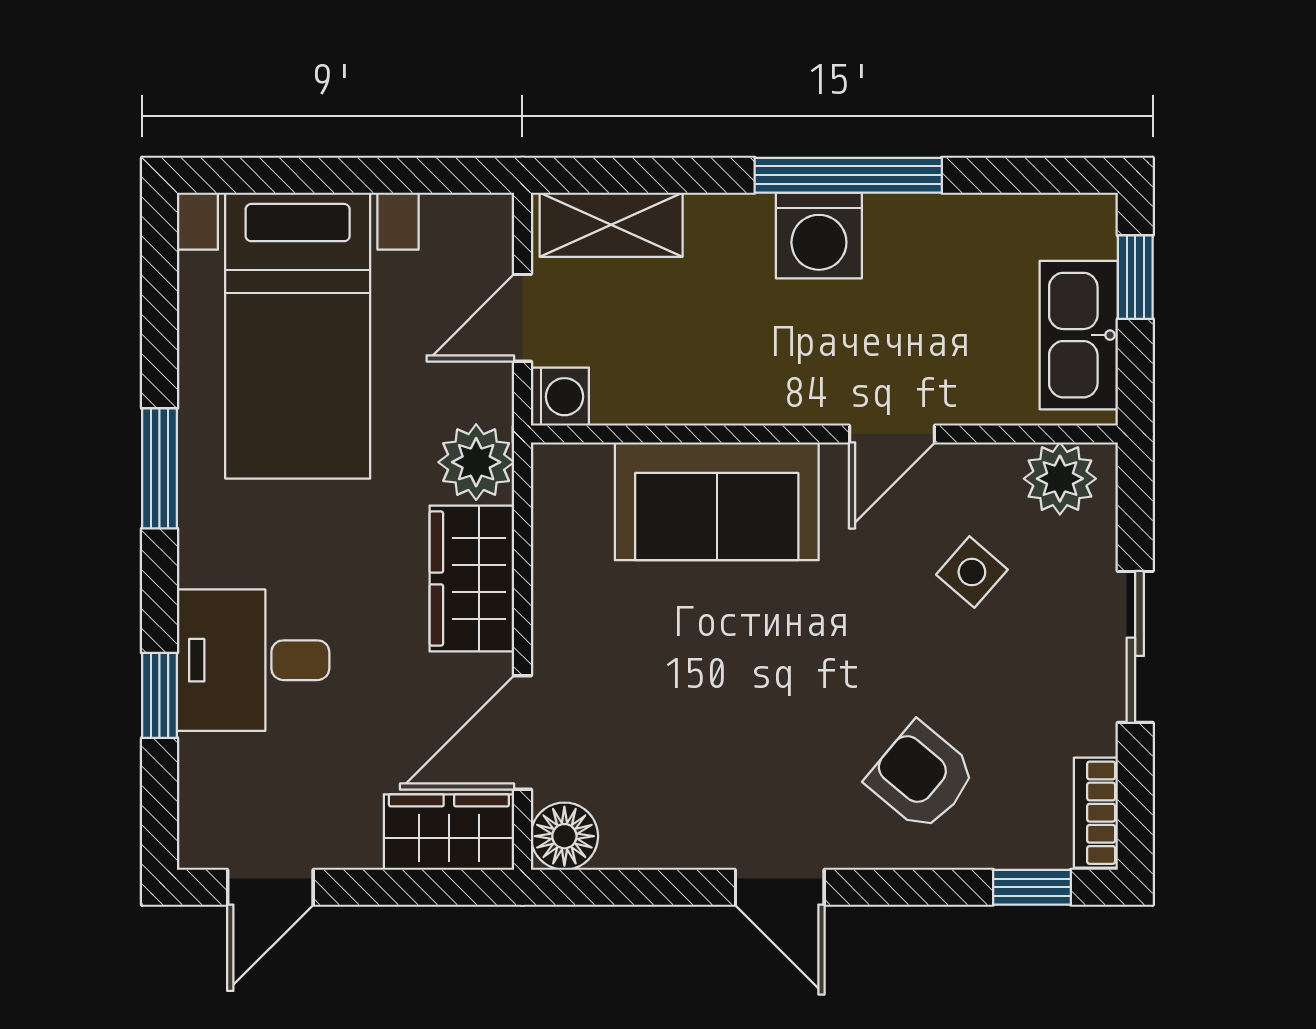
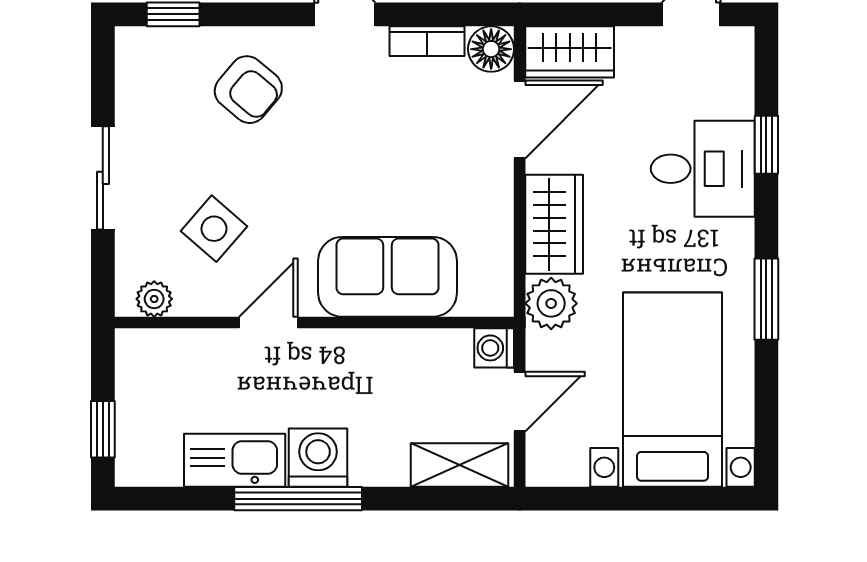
kitchen sink: (1079, 335) -> (235, 460), moved, turned -90
plant: (1060, 479) -> (154, 299), width x0.73, depth x0.73
side table: (972, 572) -> (214, 229), width x1.37, depth x1.37
bookcase: (1096, 813) -> (427, 41), moved, turned 90

